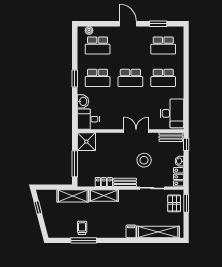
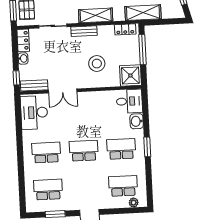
double door: (136, 131) -> (63, 91), moved
stool: (144, 160) -> (97, 64), moved
locker: (104, 182) -> (125, 29), moved
shelving: (104, 196) -> (96, 15), moved

